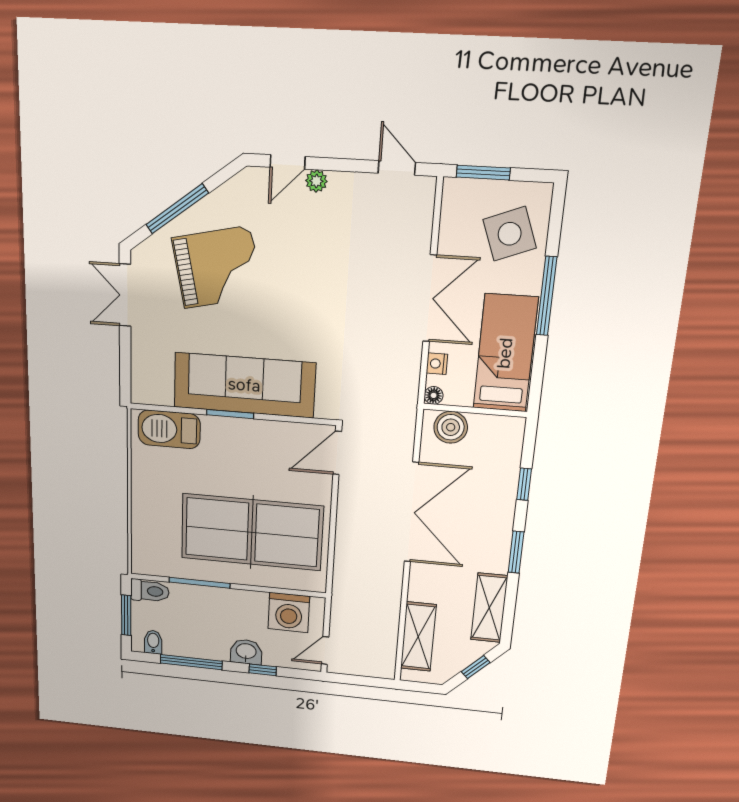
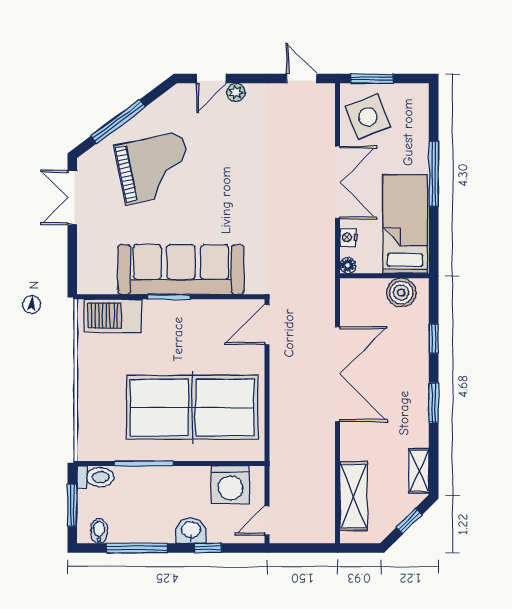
side table: (510, 234) -> (368, 117), moved
boiler: (451, 427) -> (401, 292), moved
shelving: (489, 608) -> (419, 471), width x0.67, depth x0.75

